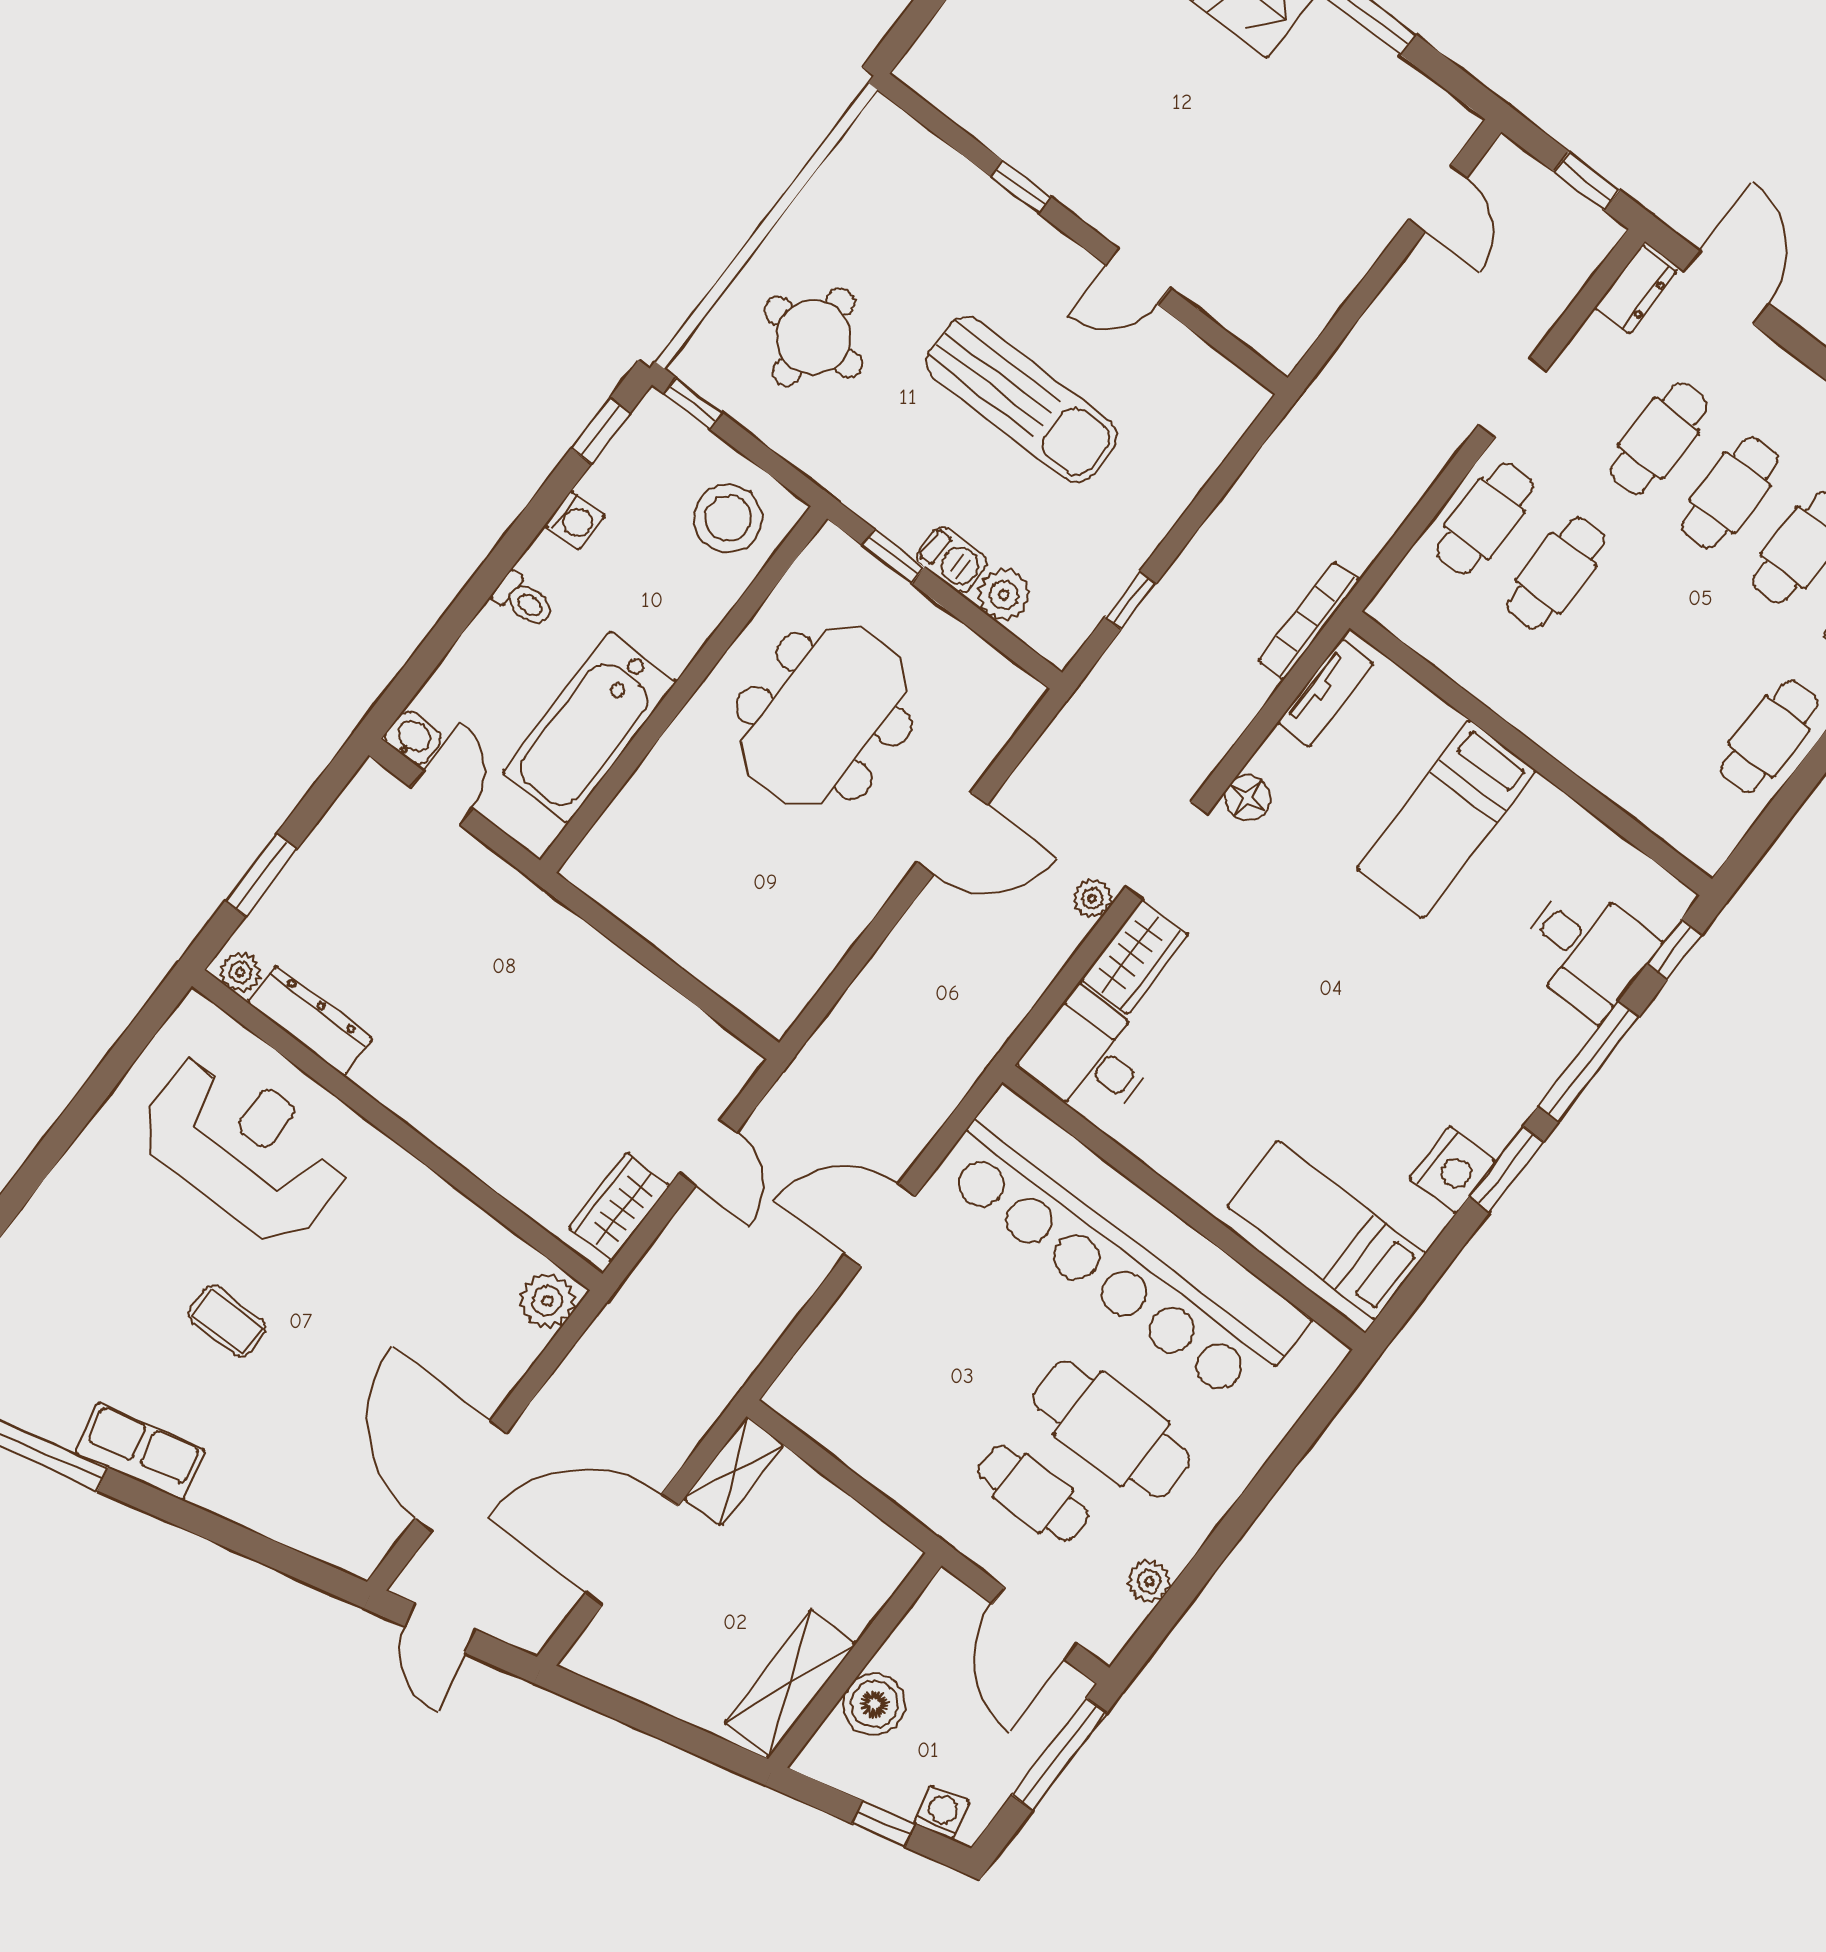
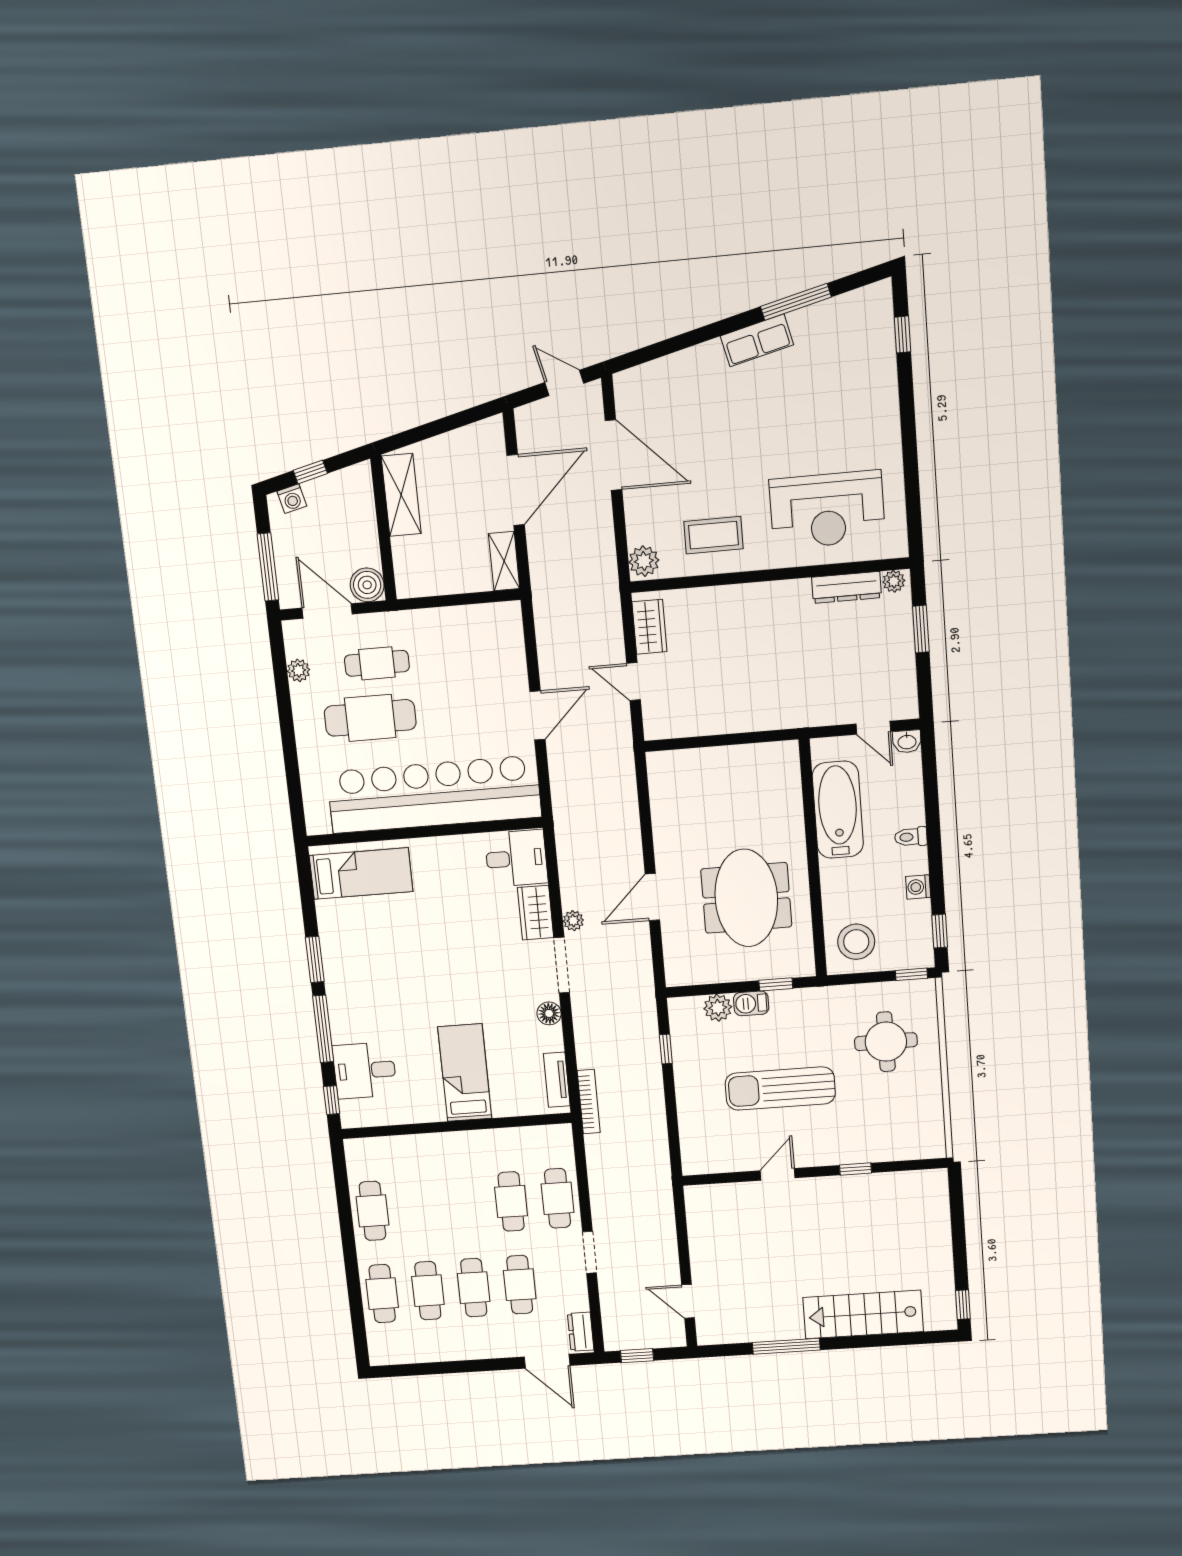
nightstand: (1453, 1170) -> (335, 941), removed
coffee table: (227, 1321) -> (714, 535), moved, width x1.36, depth x1.30
boiler: (874, 1704) -> (367, 585), moved

